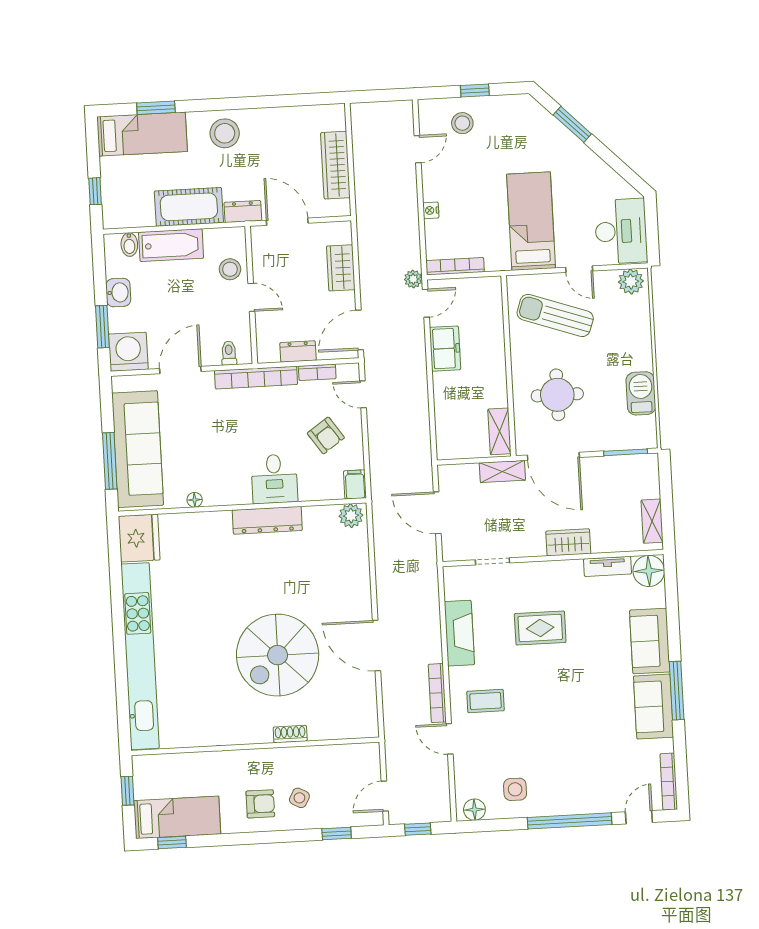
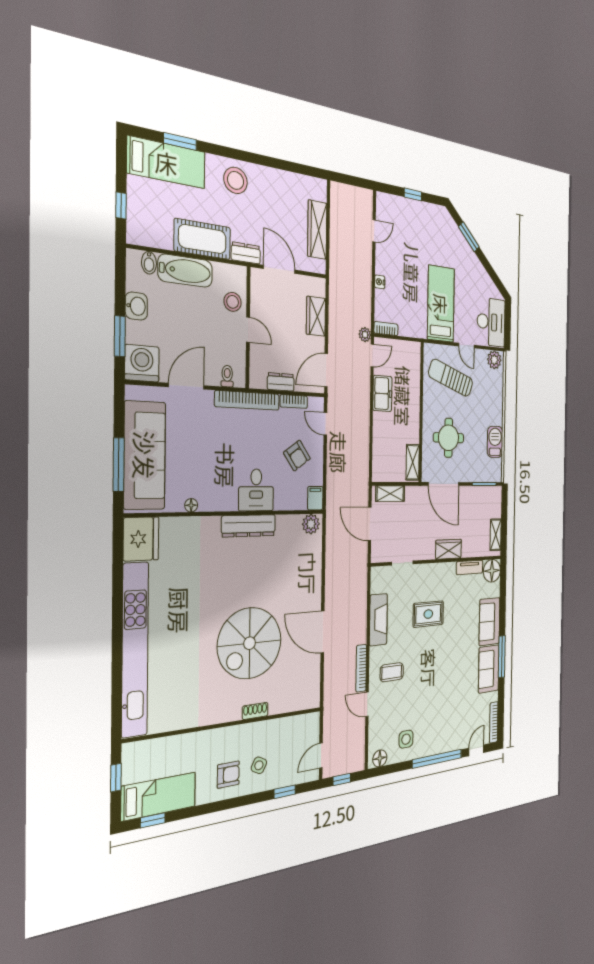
stool: (462, 123) -> (404, 218), removed
bookcase: (455, 266) -> (386, 329), width x0.64
shelving: (502, 471) -> (390, 494), moved

